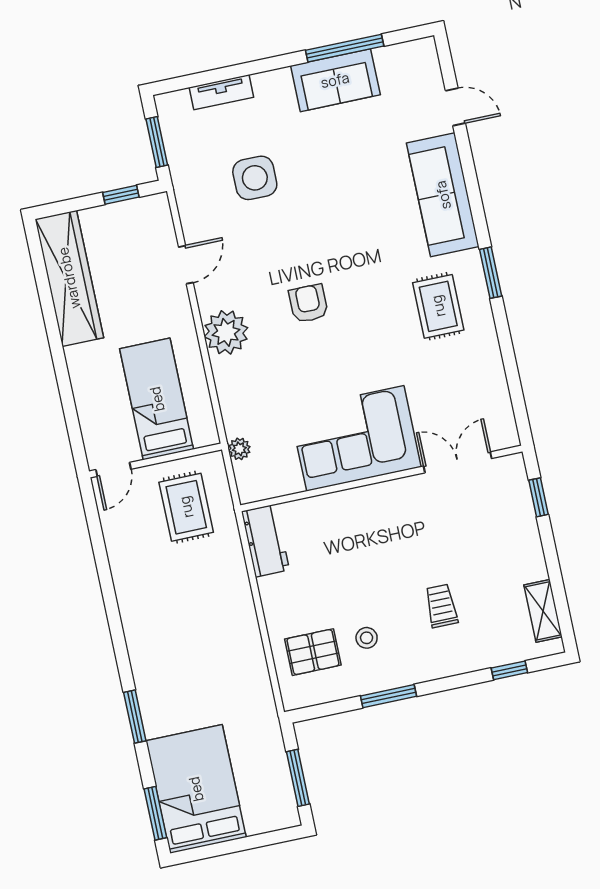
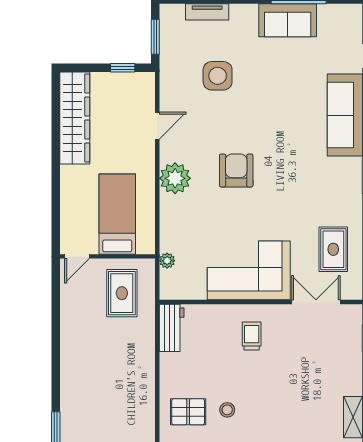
armchair: (308, 304) -> (236, 170), width x1.38, depth x1.38
rug: (438, 306) -> (333, 249), moved
trolley: (441, 606) -> (252, 336), moved

